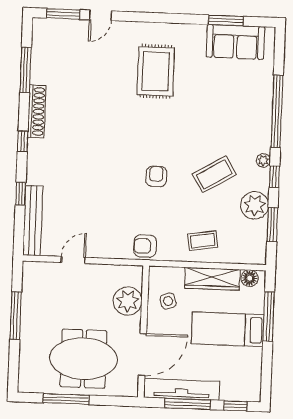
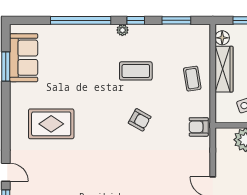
coffee table: (214, 174) -> (136, 71), turned -59
armchair: (156, 176) -> (140, 120), turned -151
plant: (255, 205) -> (161, 36), removed
armchair: (145, 246) -> (199, 127), turned 90

